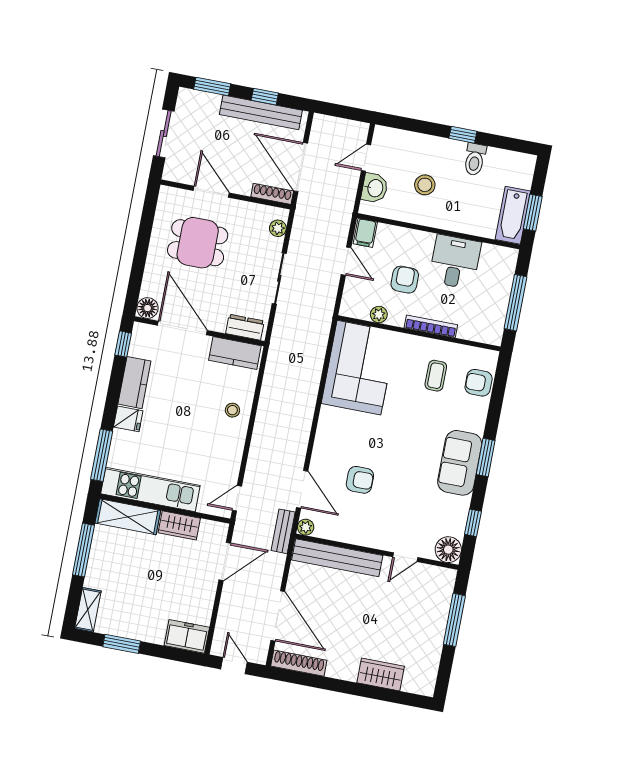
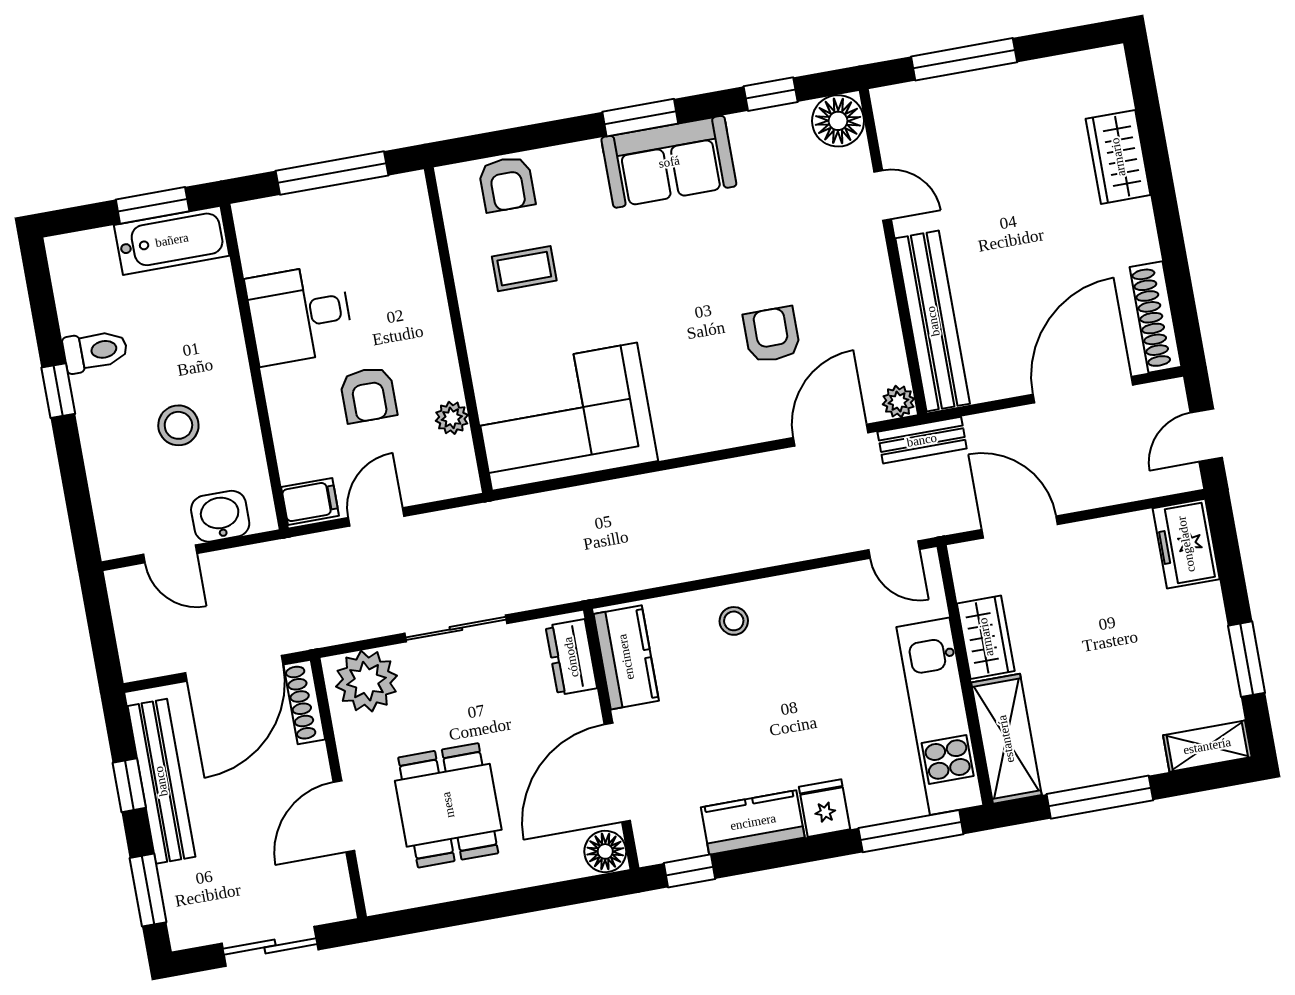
plant: (278, 228) -> (367, 681), width x1.87, depth x1.87
armchair: (405, 280) -> (368, 395), turned -90
bookcase: (431, 326) -> (436, 313), removed

